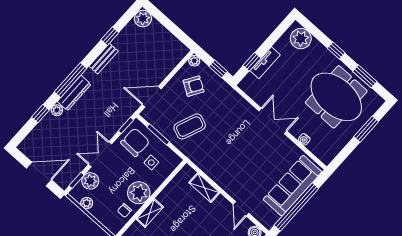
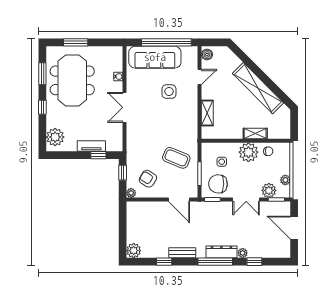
side table: (252, 171) -> (169, 92), added

